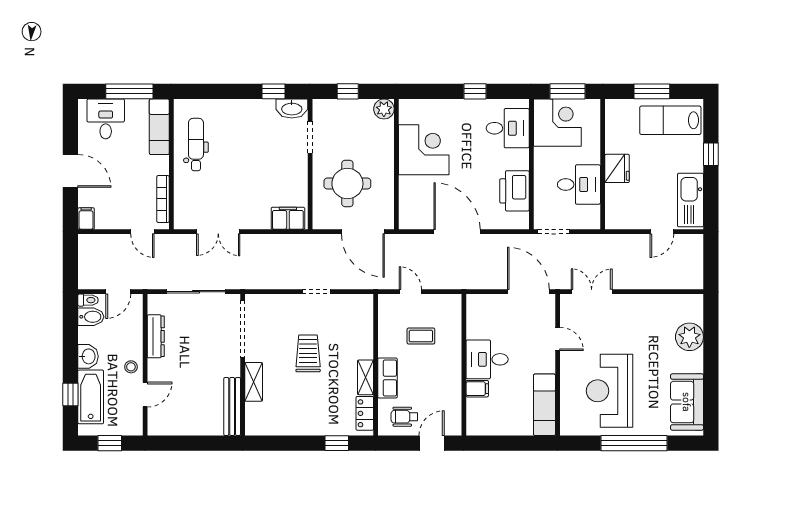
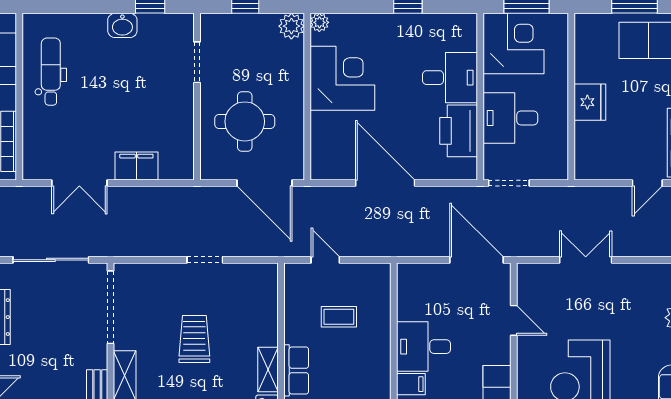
plant: (406, 106) -> (319, 22), added
washbasin: (292, 108) -> (122, 25), moved, width x0.72
desk: (508, 128) -> (450, 78), moved
desk: (579, 185) -> (510, 118), moved, turned 180
filing cabinet: (288, 218) -> (136, 166), moved
double door: (592, 292) -> (586, 260), moved

